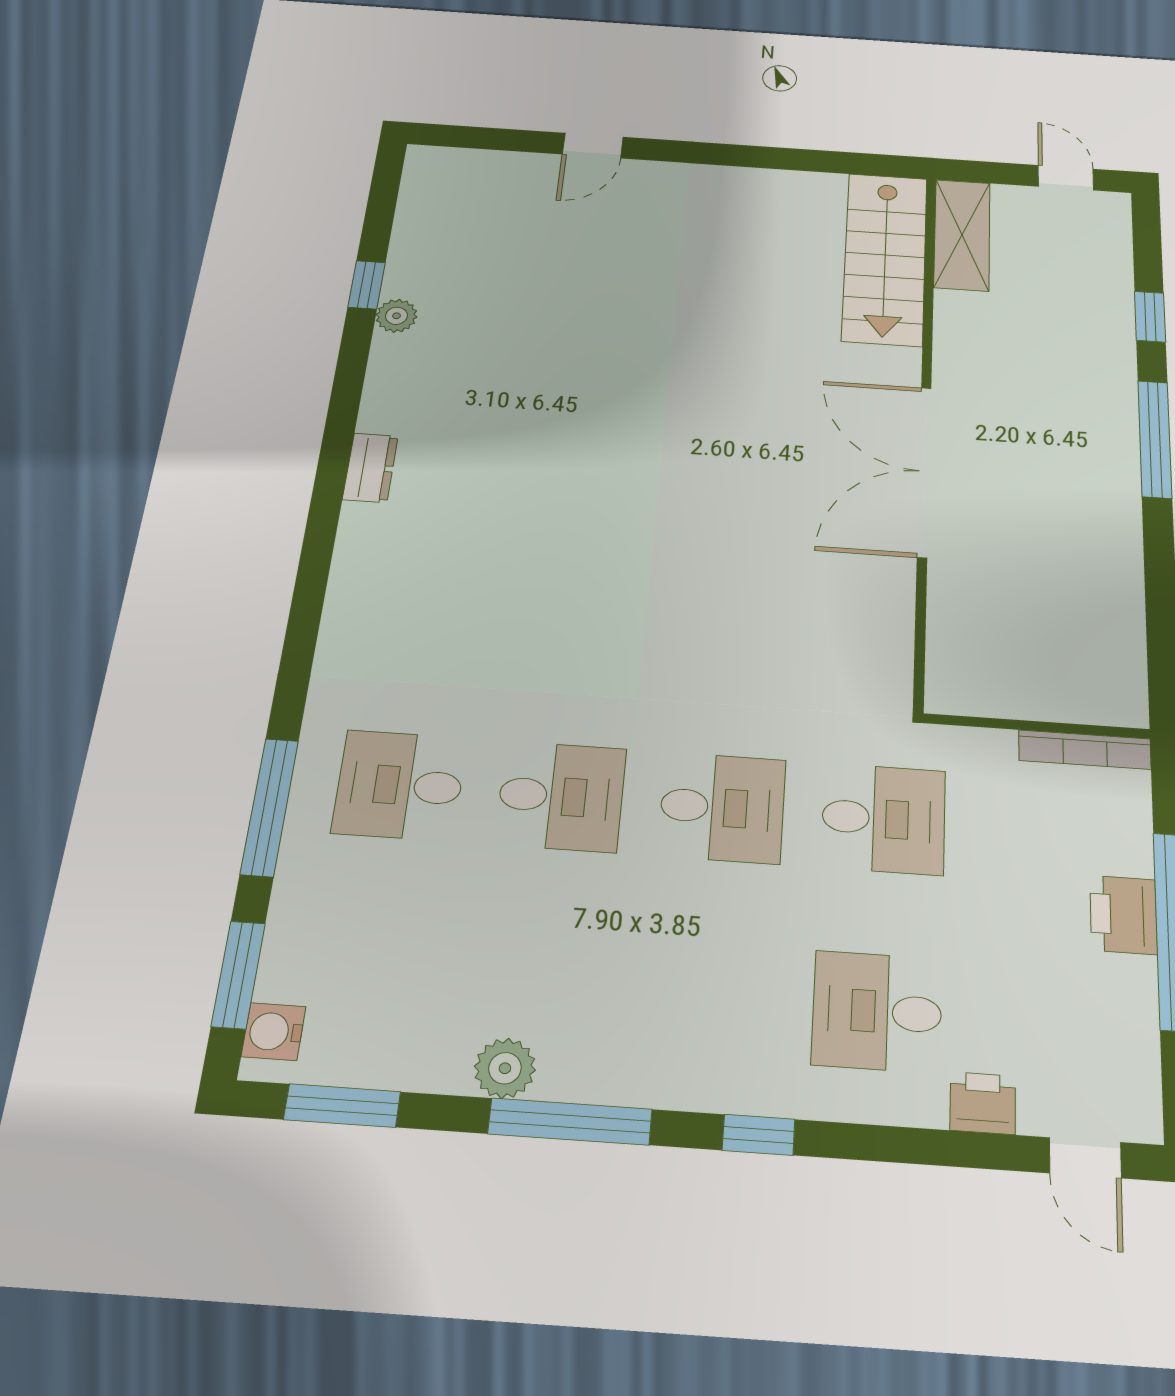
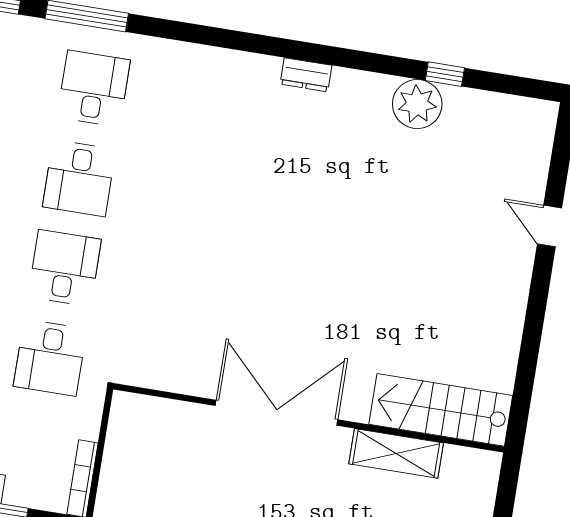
shelving: (962, 235) -> (396, 453), moved
plant: (396, 316) -> (417, 104), width x1.88, depth x1.88
desk: (722, 808) -> (65, 268), turned 180

